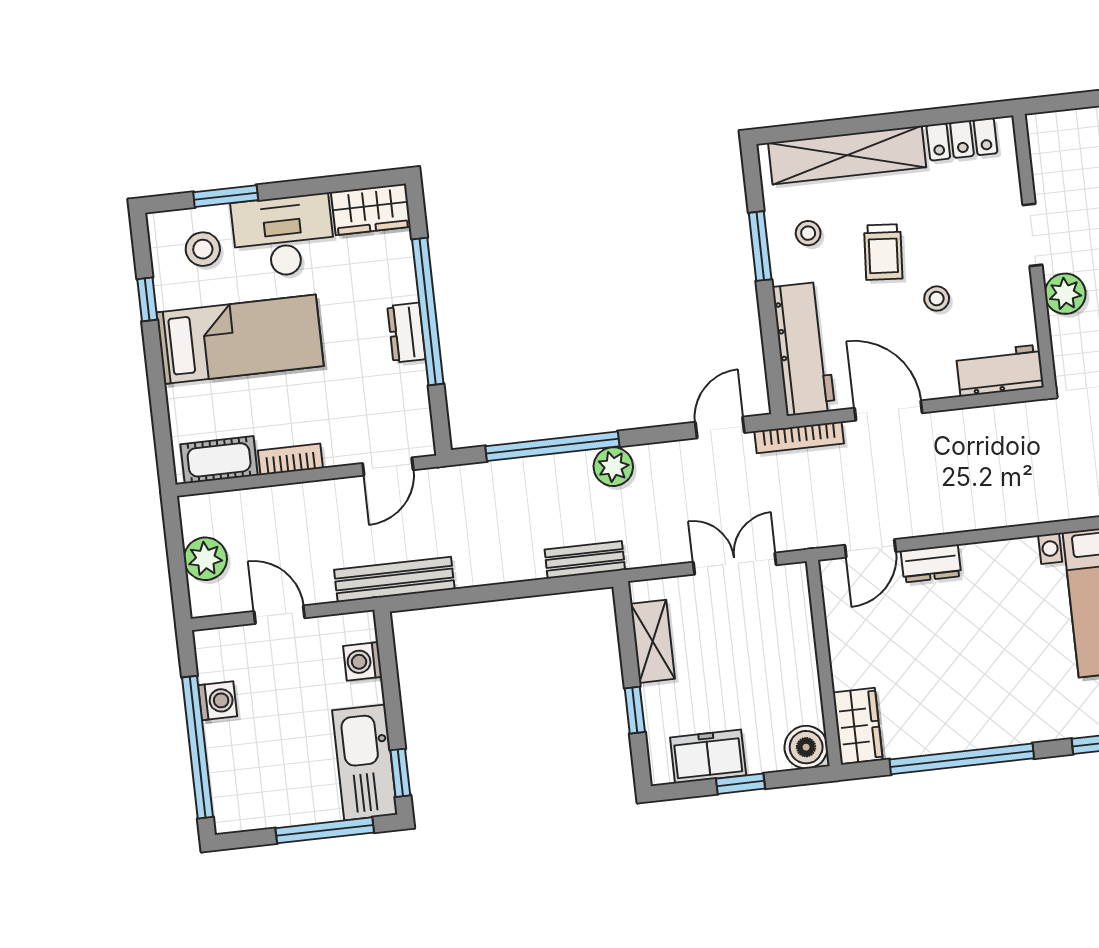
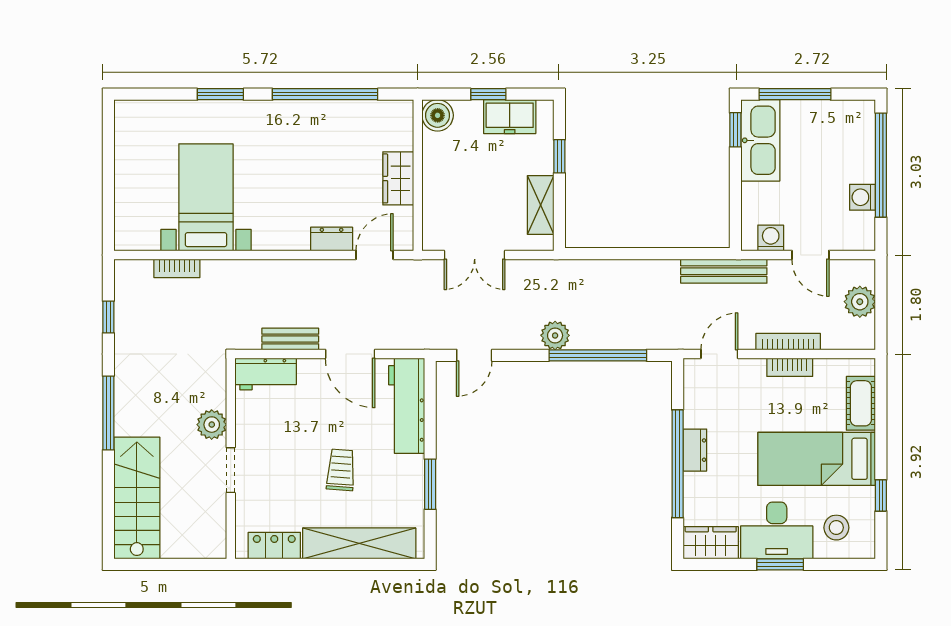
window: (226, 196) -> (780, 564), moved
stool: (808, 233) -> (394, 490), removed
stool: (937, 299) -> (306, 432), removed
bookcase: (799, 437) -> (788, 342), moved
cot: (219, 460) -> (861, 403), moved, turned 90
bench: (585, 560) -> (290, 339), moved
washing machine: (363, 661) -> (771, 238), moved, turned -90
wardrobe: (858, 726) -> (398, 178), moved

